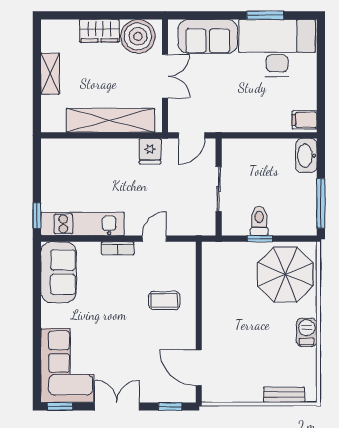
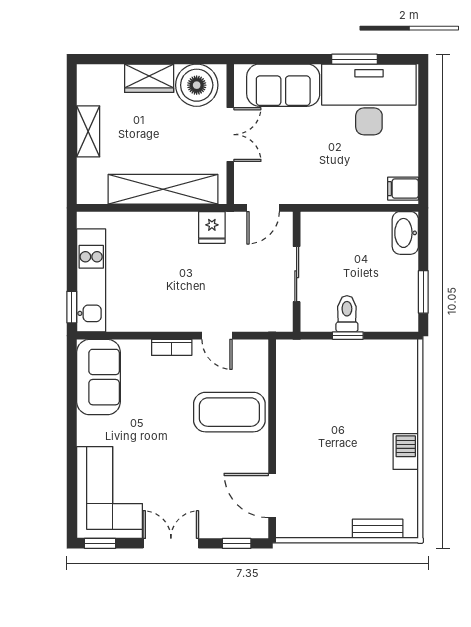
window: (321, 203) -> (423, 292), width x0.69
kitchen unit: (82, 224) -> (91, 280), moved, turned 90
door: (154, 239) -> (217, 336), swing flipped
parasol: (285, 274) -> (379, 380), removed
coffee table: (164, 300) -> (229, 412), width x1.86, depth x1.72

